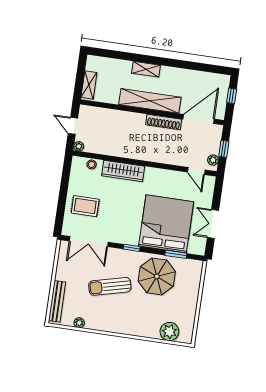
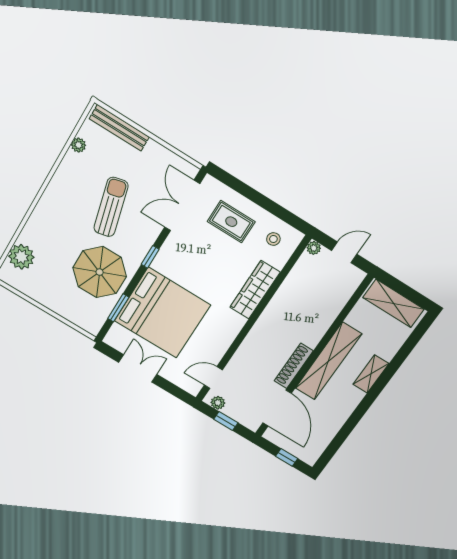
shelving: (89, 85) -> (393, 303), width x1.50, depth x1.33
stool: (92, 164) -> (273, 239), moved
rug: (85, 206) -> (231, 222), turned 90

